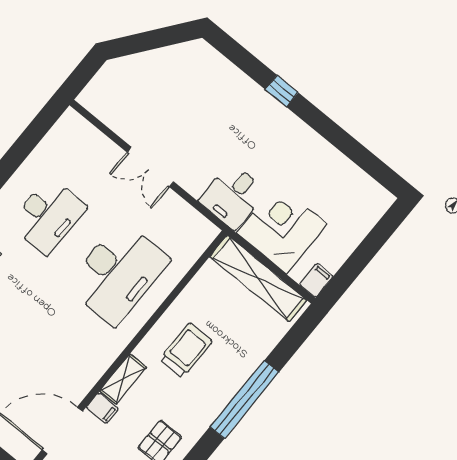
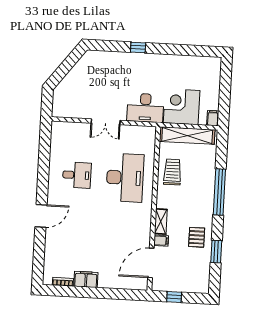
desk: (233, 196) -> (145, 108), width x1.37
desk: (48, 216) -> (77, 175), width x0.73
trolley: (186, 350) -> (172, 172), moved

